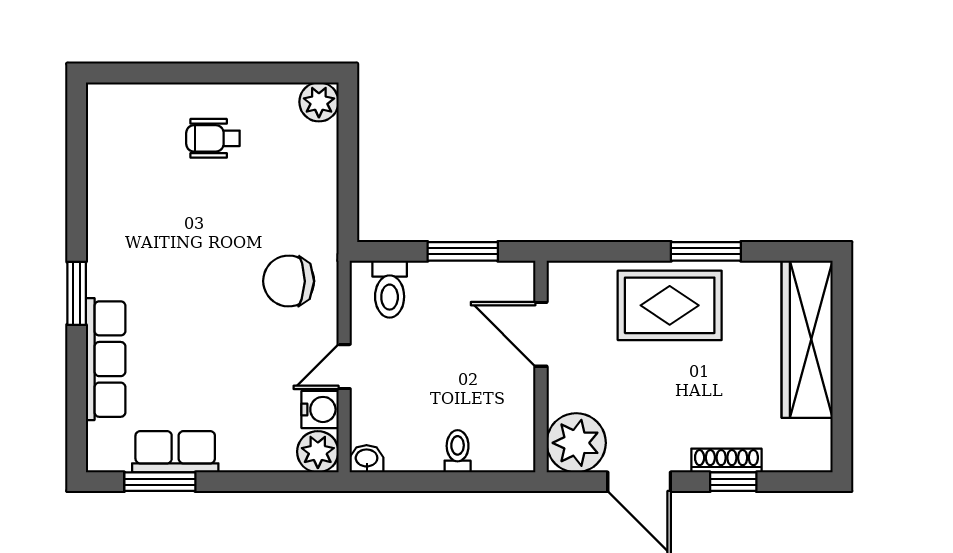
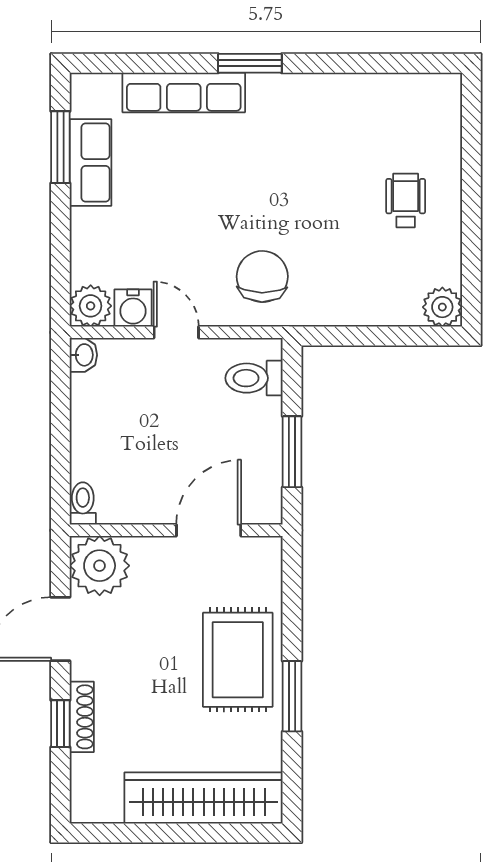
toilet: (458, 451) -> (83, 503), moved, turned -90

